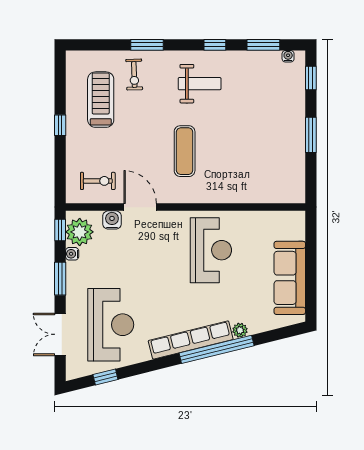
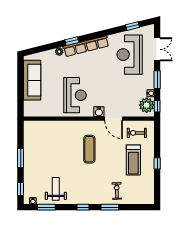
window: (215, 45) -> (83, 207), moved
weight bench: (200, 84) -> (56, 189), moved, turned 90
treadmill: (101, 100) -> (133, 160), moved
water cooler: (112, 220) -> (99, 112), moved
reception desk: (211, 250) -> (75, 95), turned 180
window: (217, 349) -> (72, 41), width x0.32

